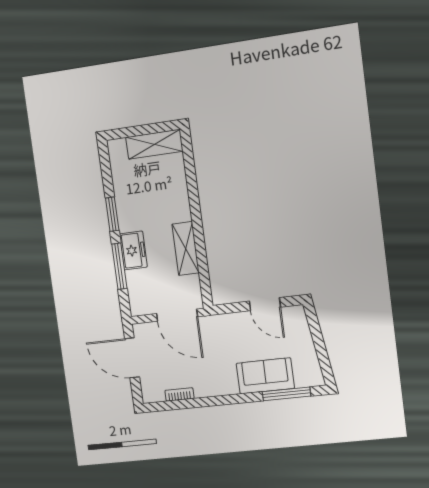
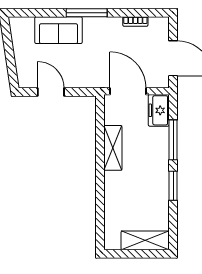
shelving: (154, 144) -> (145, 240), moved
freezer: (133, 250) -> (159, 110), moved
window: (286, 394) -> (87, 13), moved

